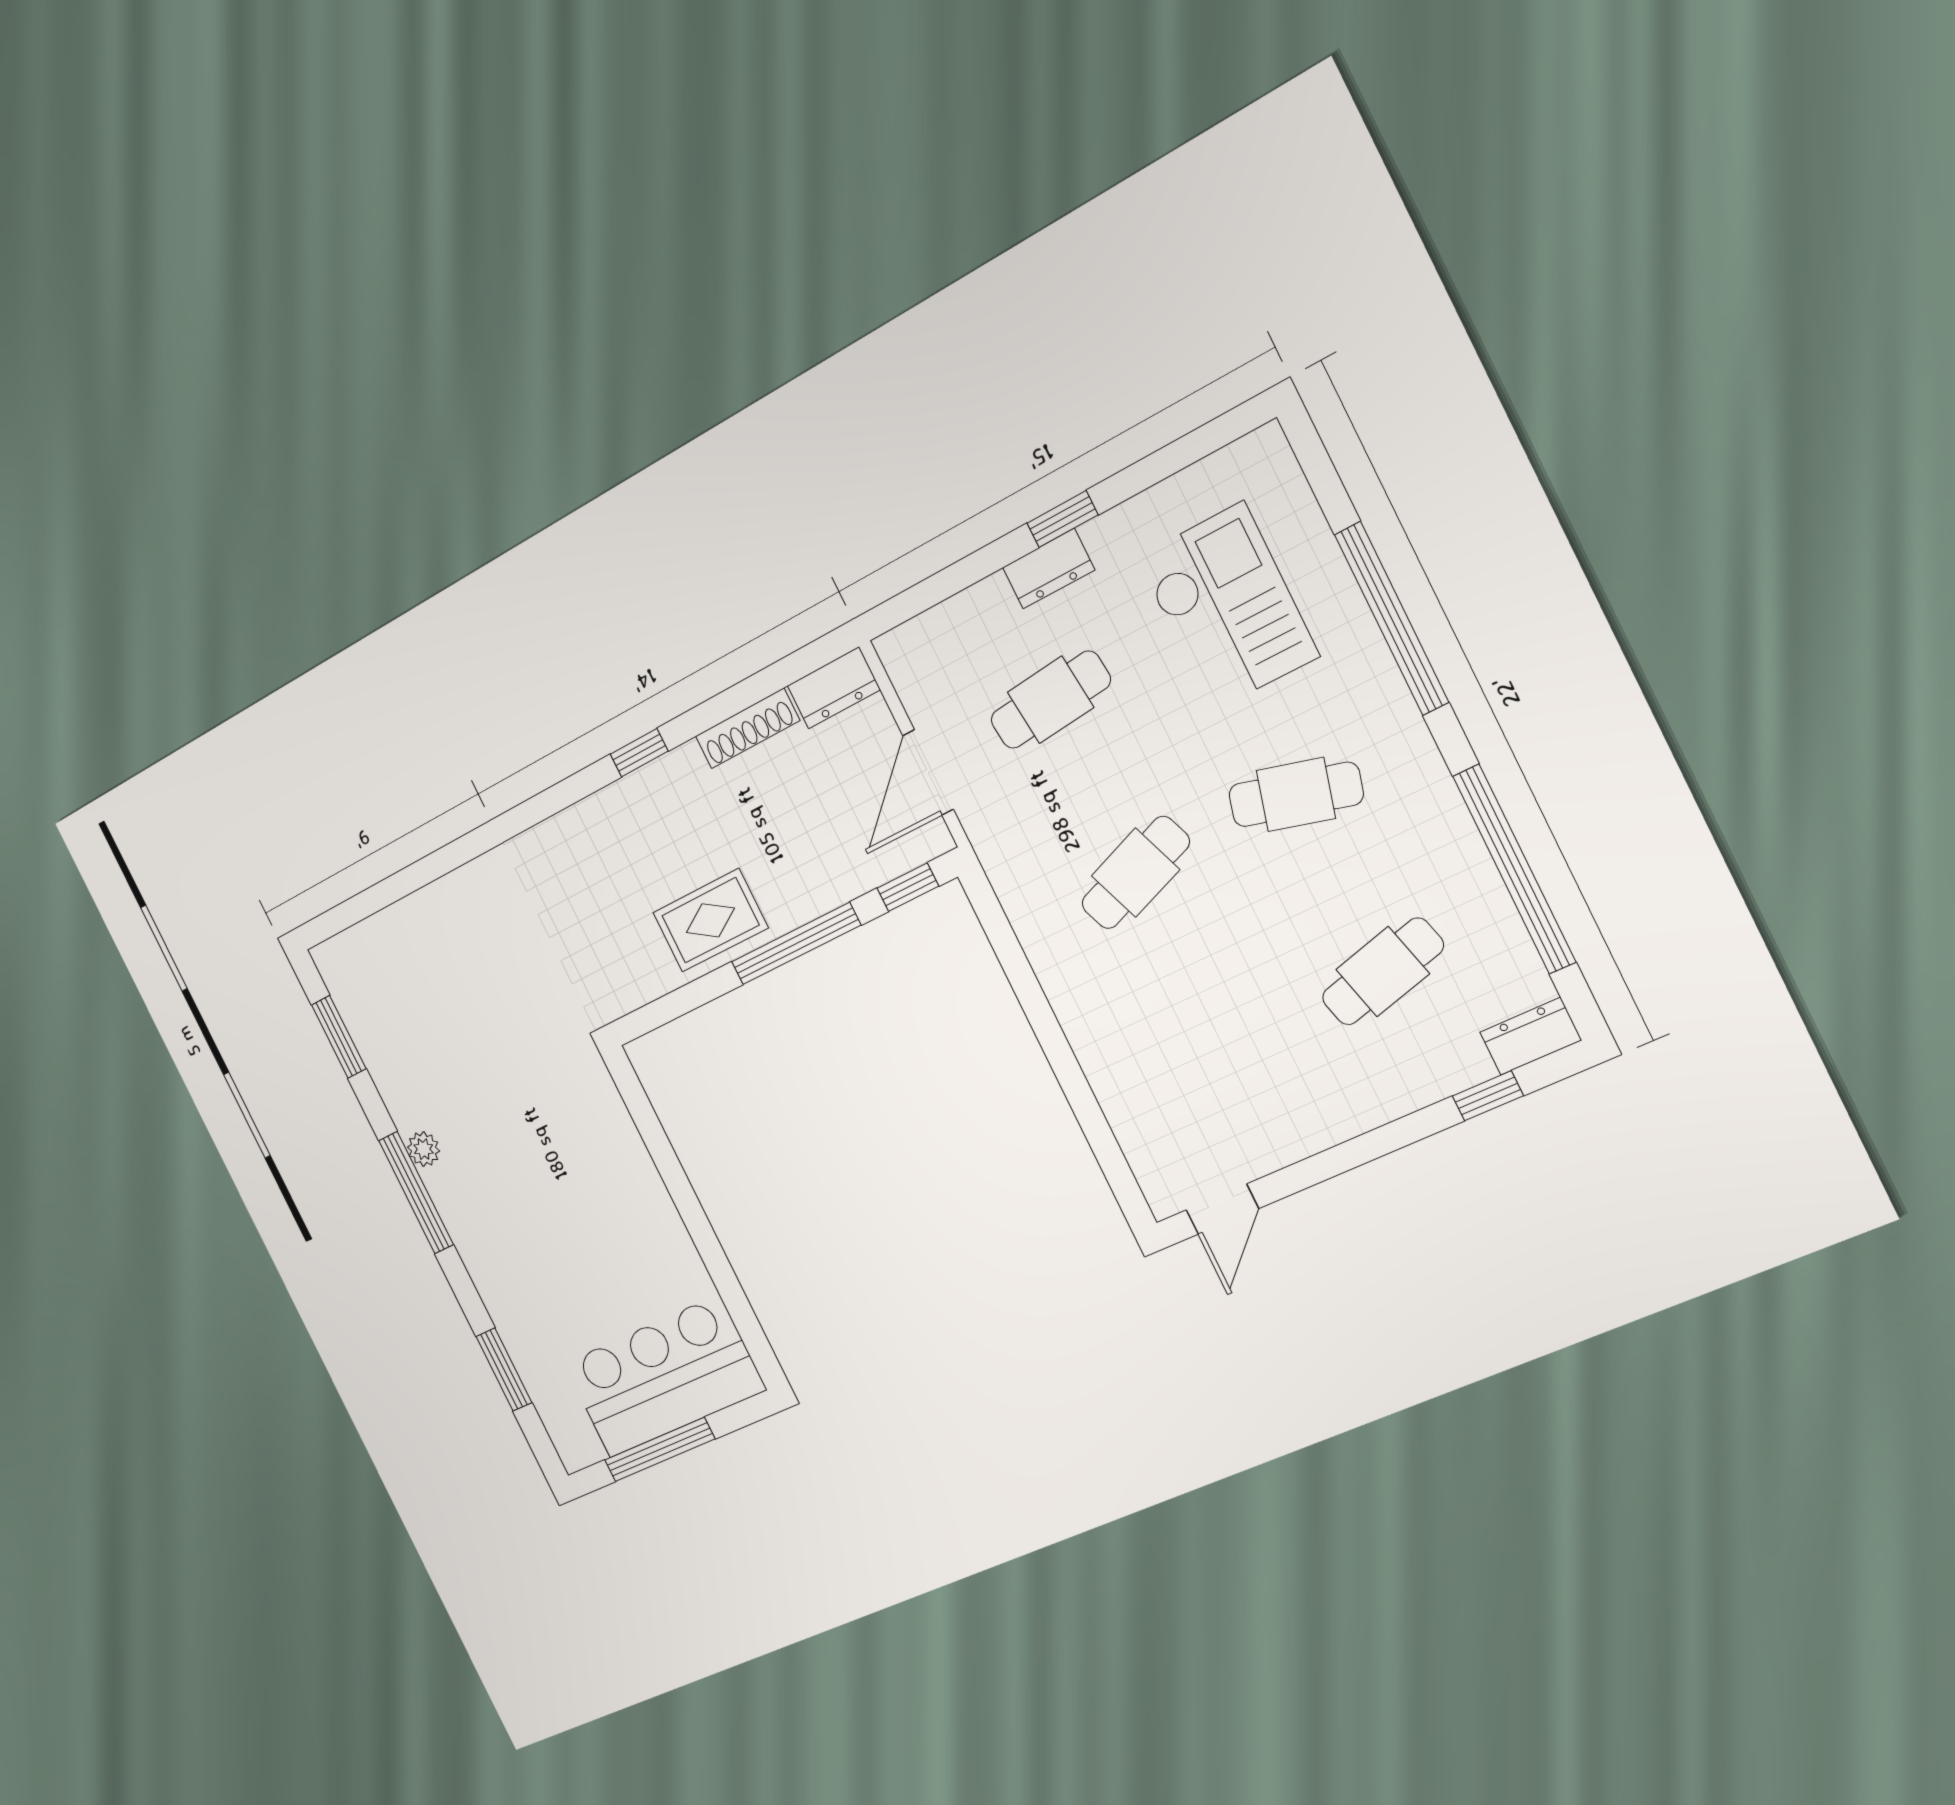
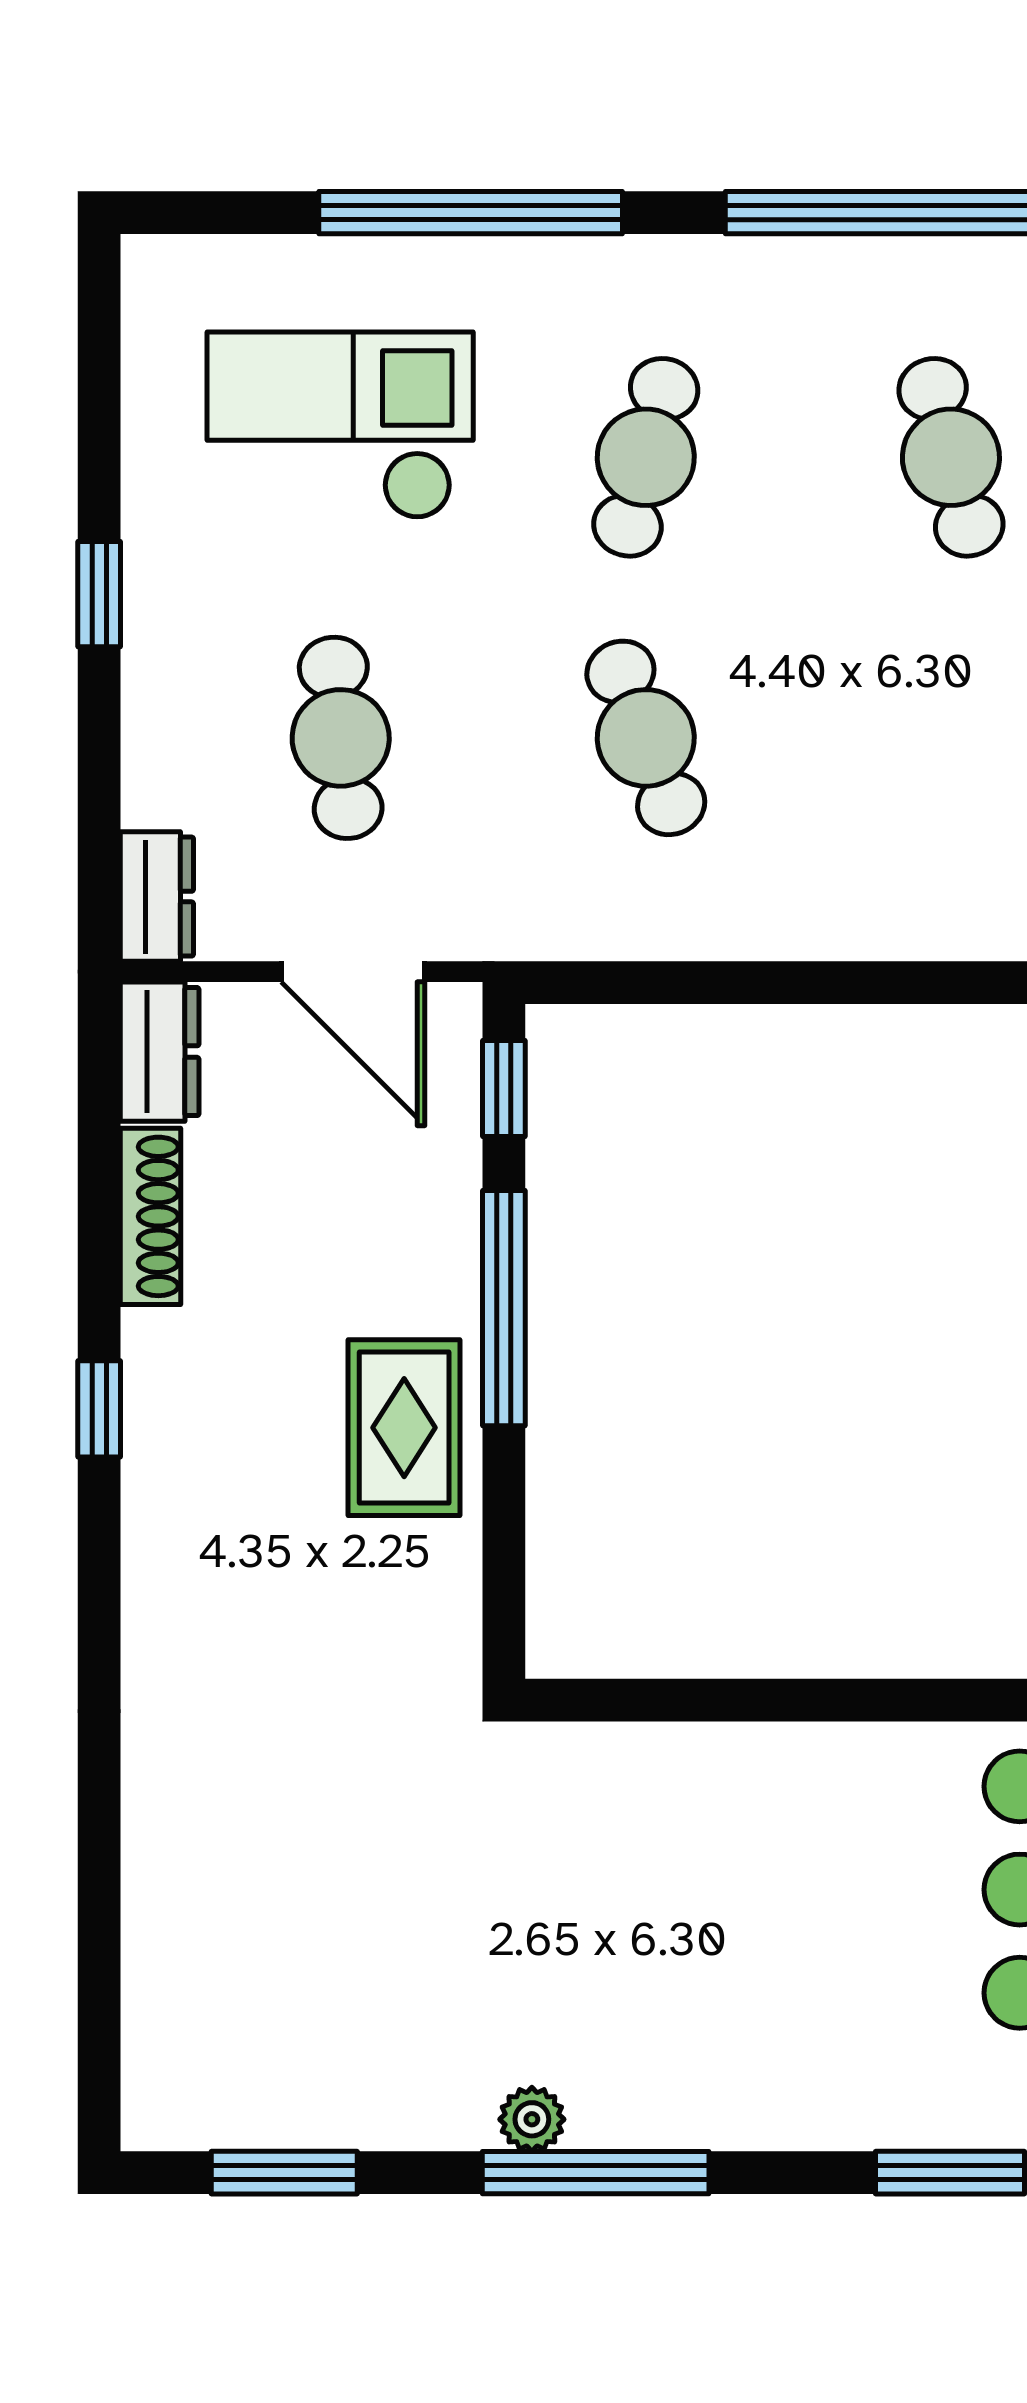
dresser: (1049, 569) -> (157, 897), moved

